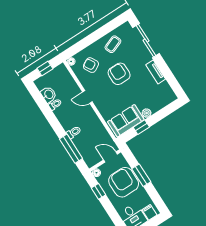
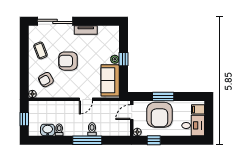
door: (87, 97) -> (86, 99), moved
window: (141, 127) -> (124, 59), moved
window: (71, 149) -> (87, 140), moved
armchair: (124, 182) -> (159, 115), turned -90

